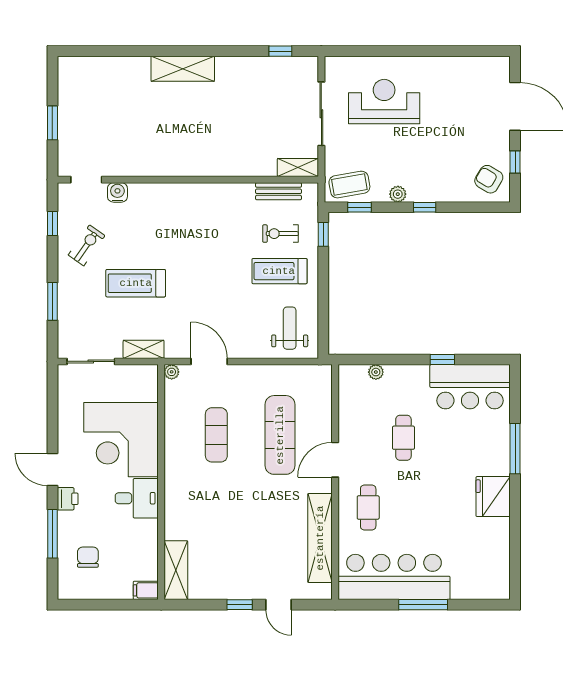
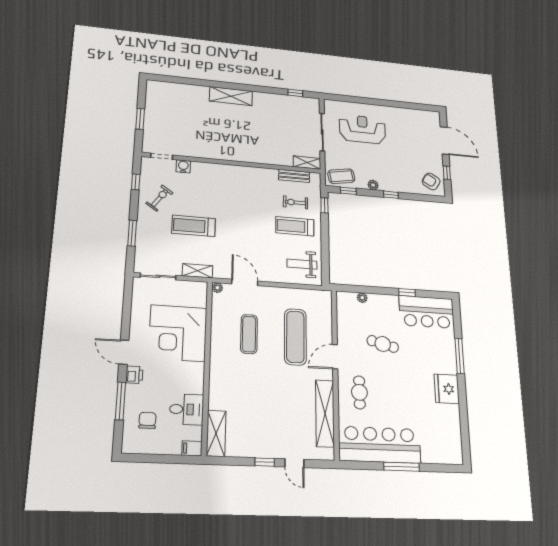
weight bench: (290, 328) -> (302, 264), turned -90
cafe table: (403, 438) -> (383, 344), turned -76
desk: (137, 498) -> (187, 409), moved

